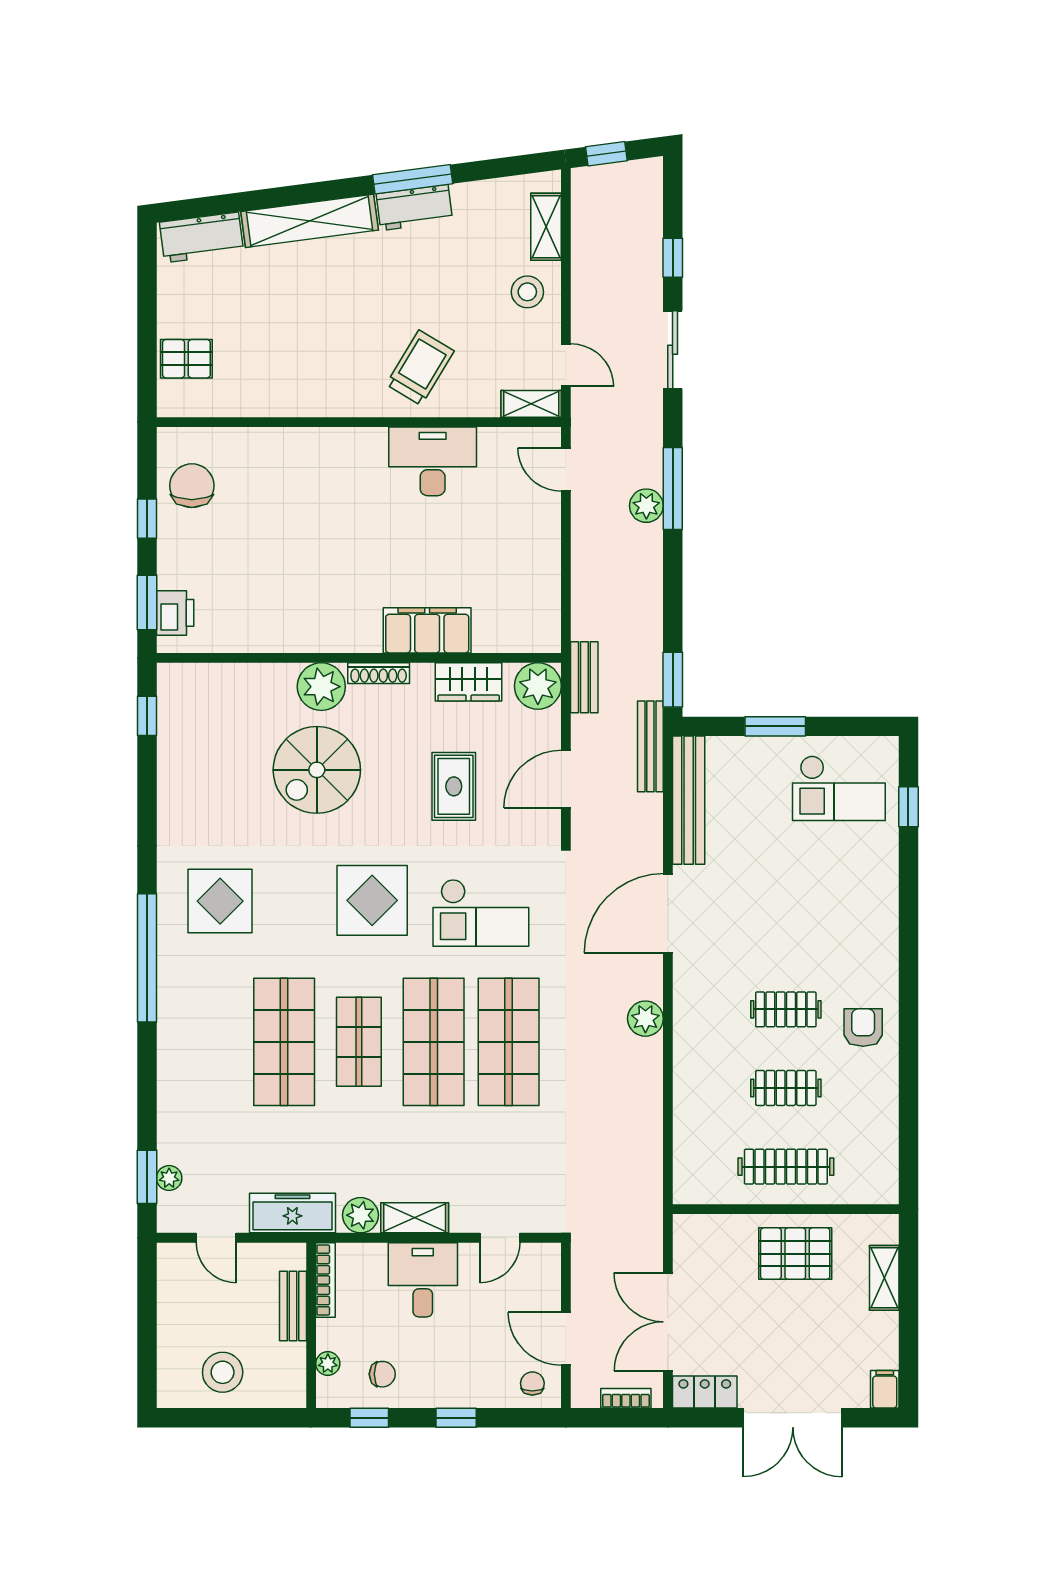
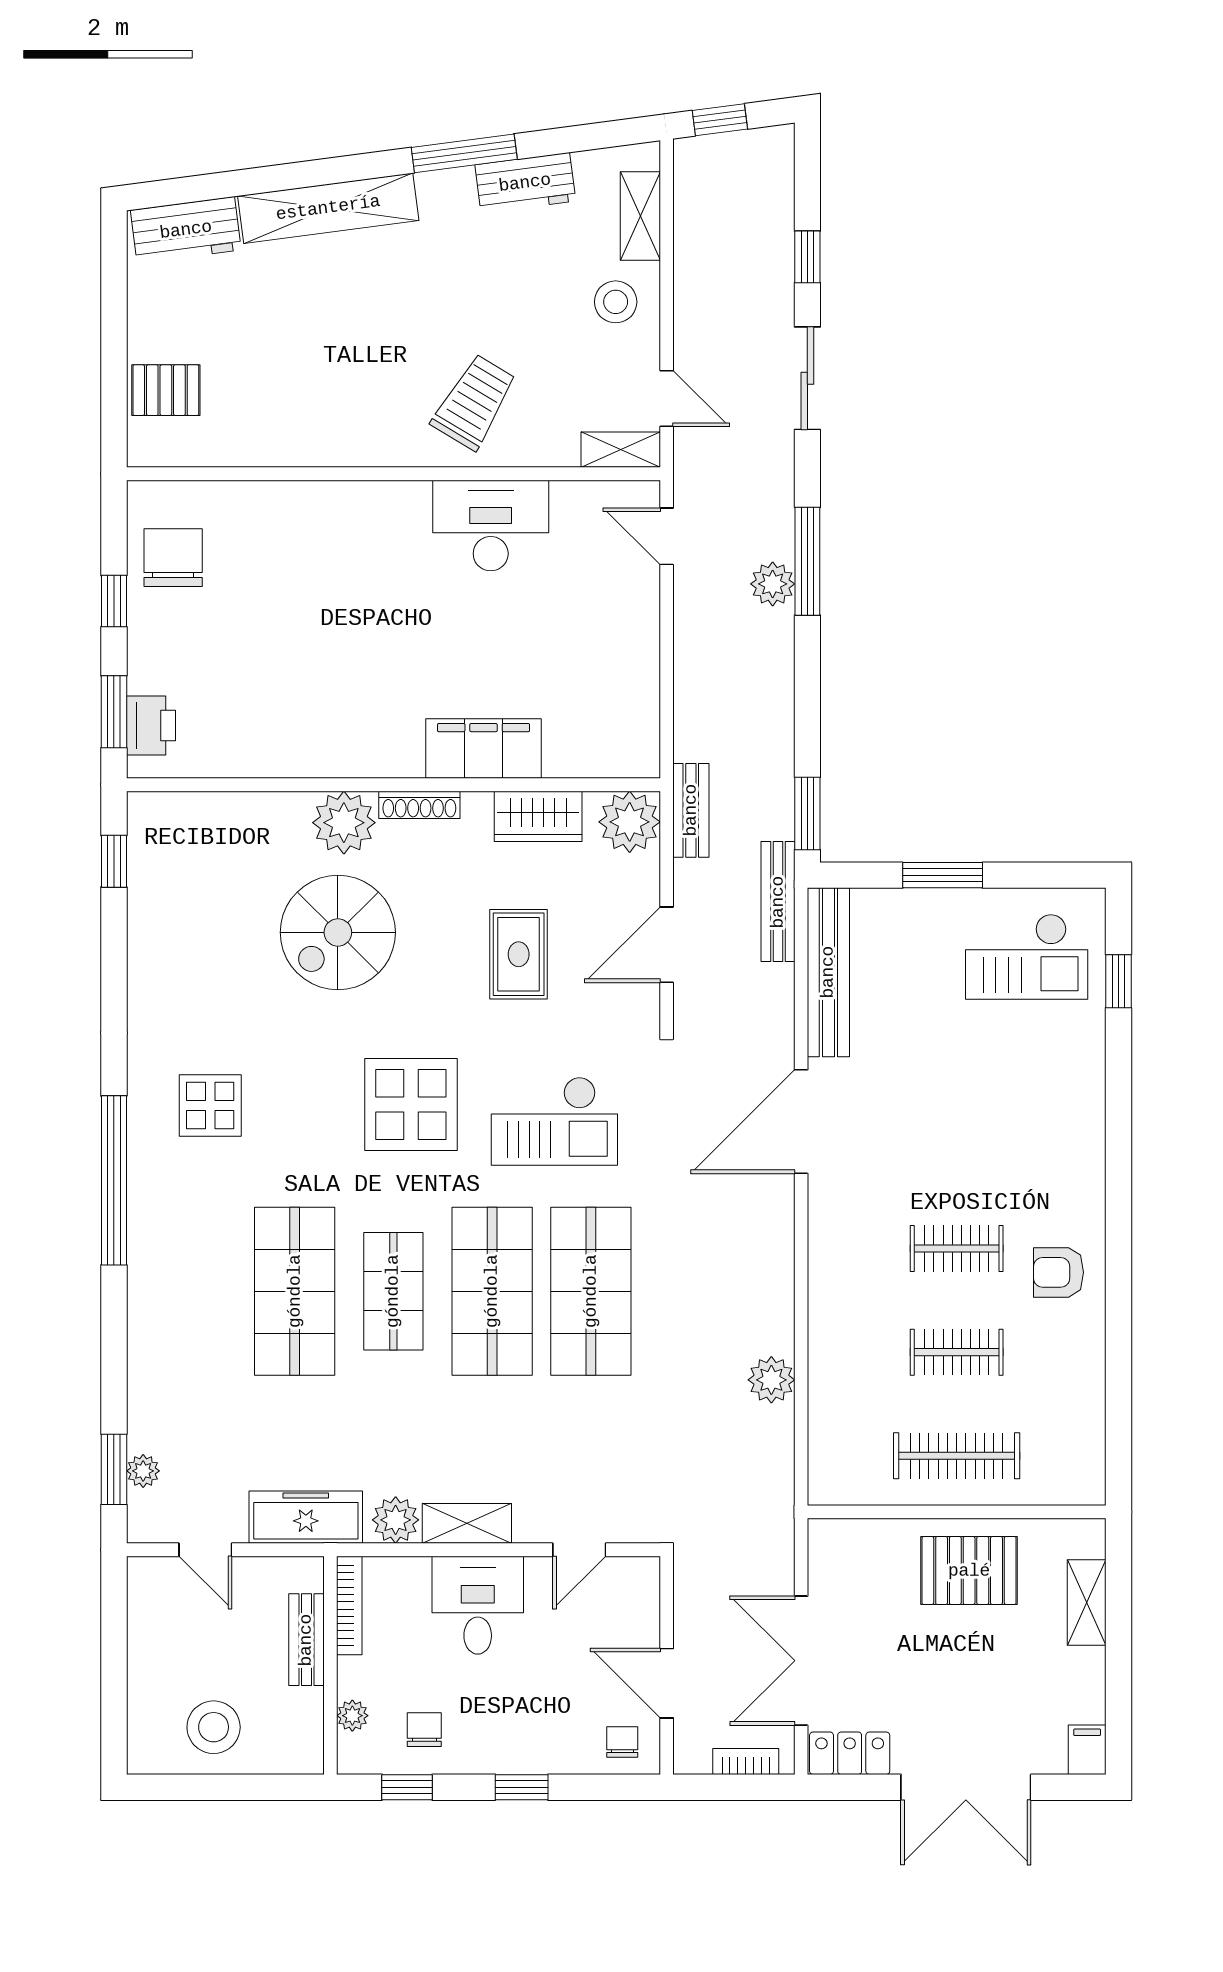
workbench: (414, 208) -> (525, 183), moved
display table: (220, 901) -> (210, 1105), width x0.73, depth x0.73
plant: (645, 1019) -> (771, 1380), moved
armchair: (863, 1028) -> (1059, 1272), turned -90
chair: (382, 1374) -> (424, 1730), turned -90

